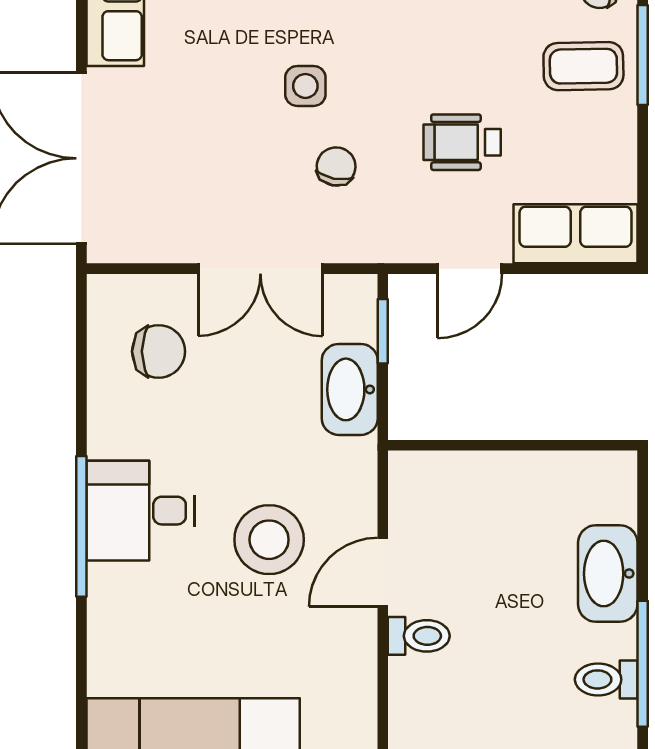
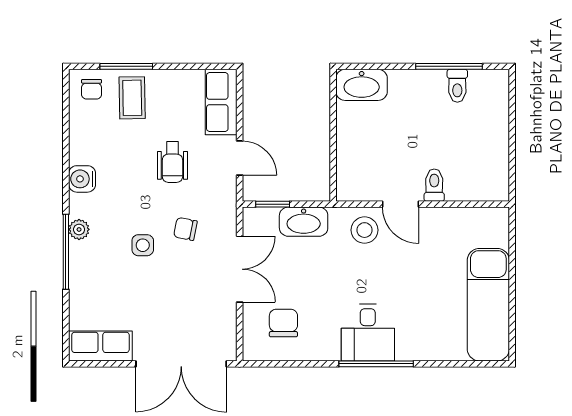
stool: (269, 540) -> (364, 230), moved, width x0.73, depth x0.73
washbasin: (608, 574) -> (362, 85), moved

